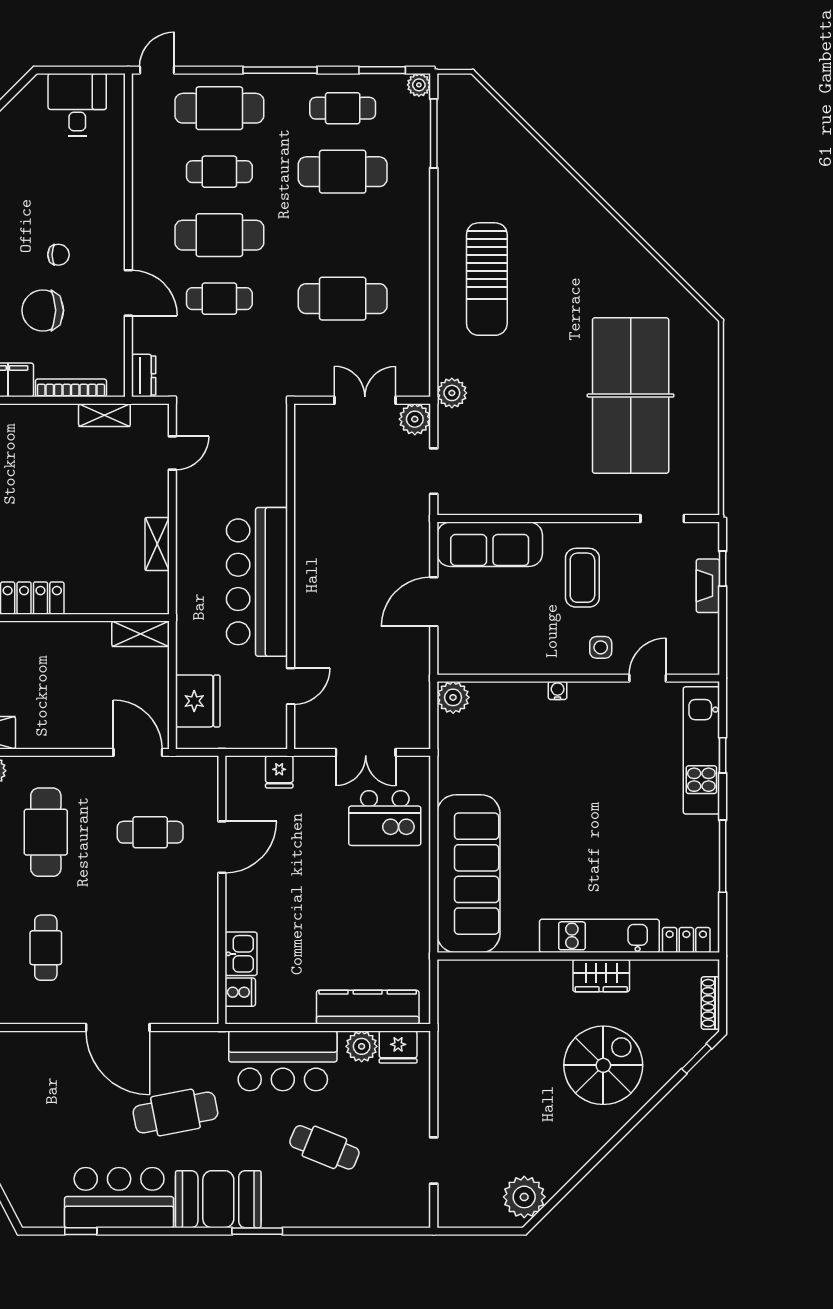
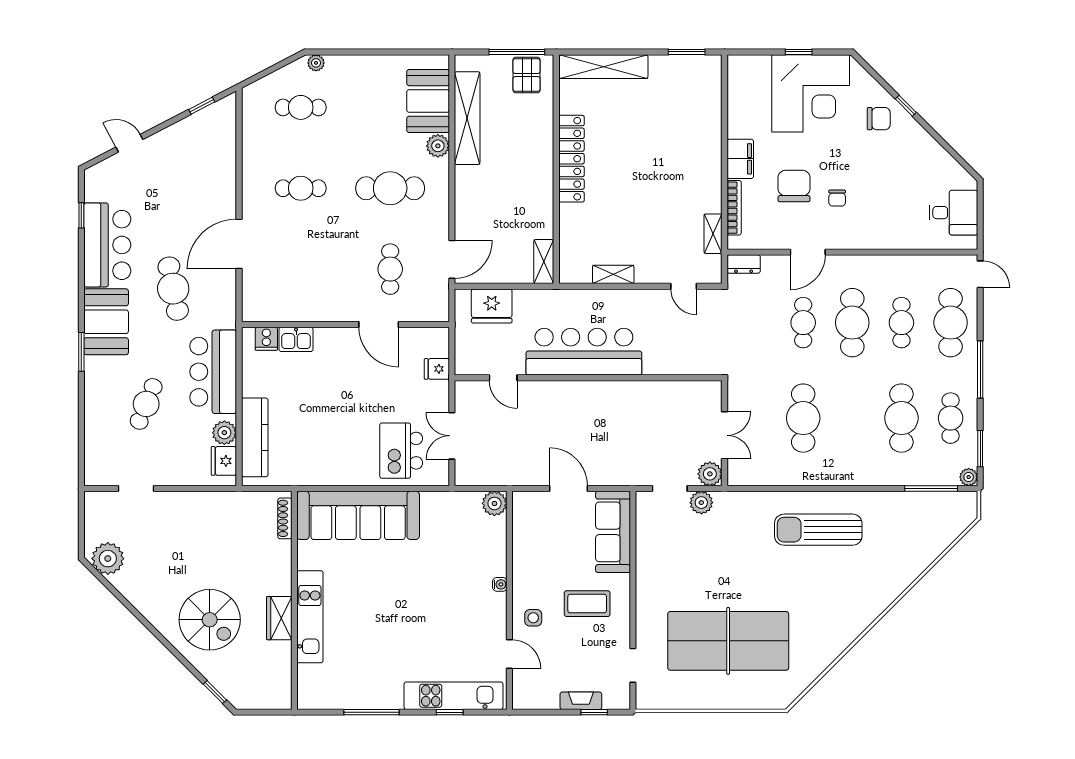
plant: (452, 393) -> (701, 503), moved
locker: (686, 940) -> (307, 684), removed
shoe rack: (710, 1003) -> (285, 518), moved, turned -90

